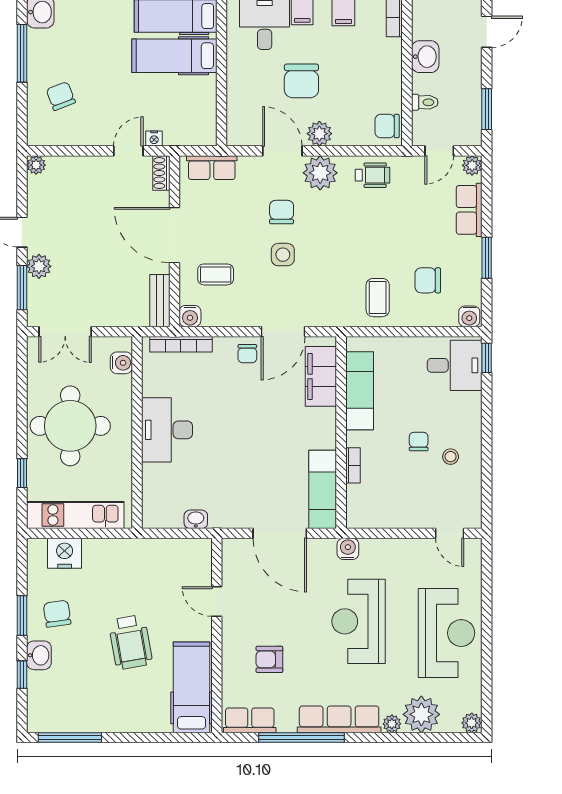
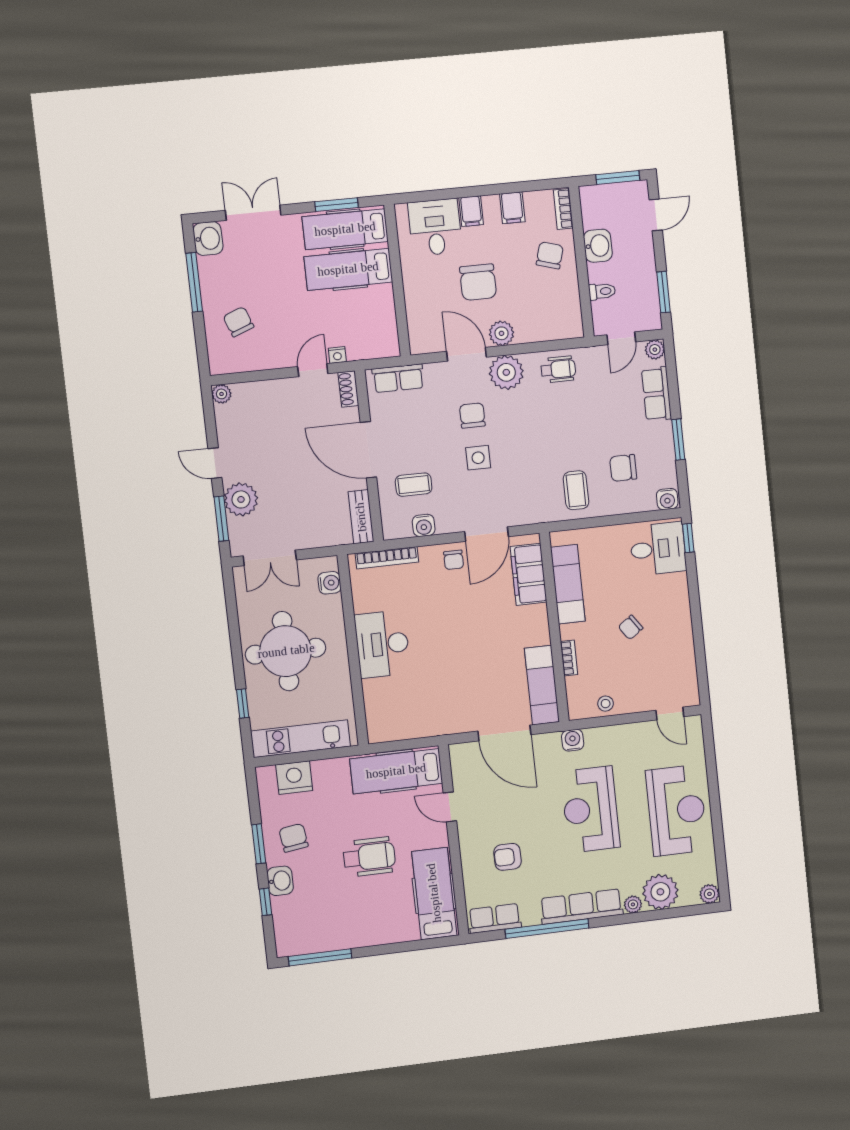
chair: (387, 126) -> (550, 255), moved, turned 106
plant: (39, 266) -> (241, 499), width x1.36, depth x1.36
water cooler: (190, 316) -> (424, 525), moved
chair: (419, 442) -> (631, 627), turned -125
stool: (451, 457) -> (606, 704), moved
washbasin: (196, 519) -> (420, 729), removed
hospital bed: (167, 559) -> (396, 771), added
wheelchair: (130, 642) -> (369, 857), turned -80

